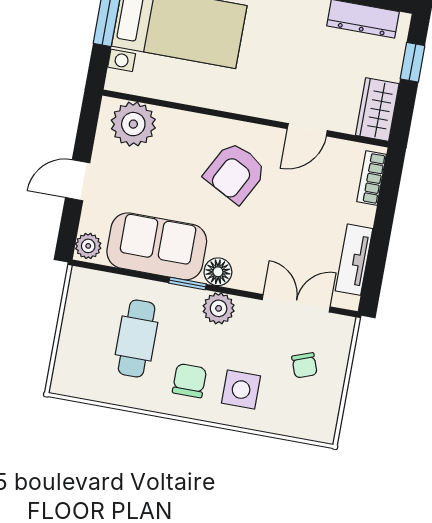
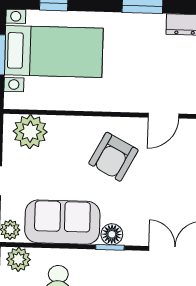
window: (188, 283) -> (110, 247), moved
plant: (219, 308) -> (18, 259), moved

